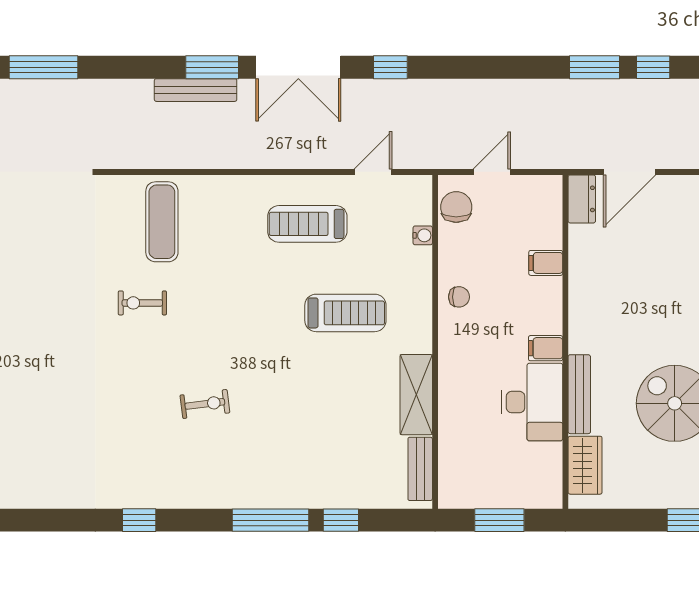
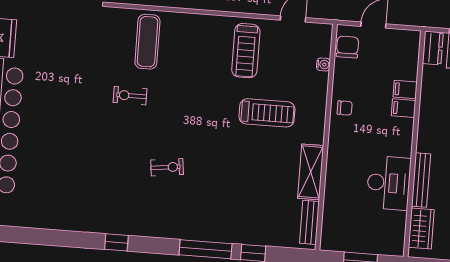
treadmill: (307, 224) -> (246, 51), turned -90
filing cabinet: (546, 348) -> (404, 108), moved

